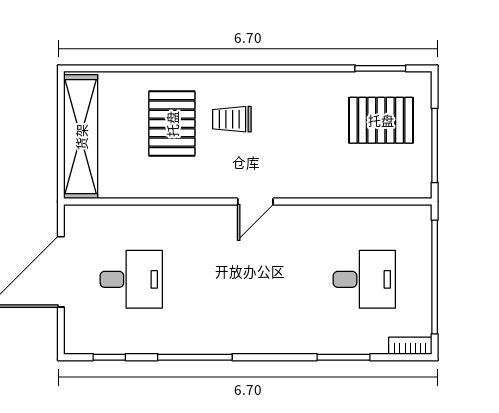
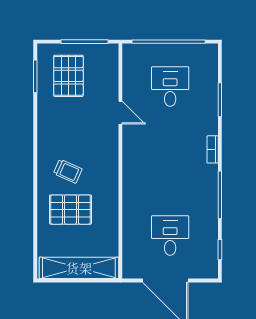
trolley: (232, 119) -> (68, 171), turned -66
door: (255, 201) -> (120, 113), moved
bookcase: (410, 346) -> (213, 149), moved

